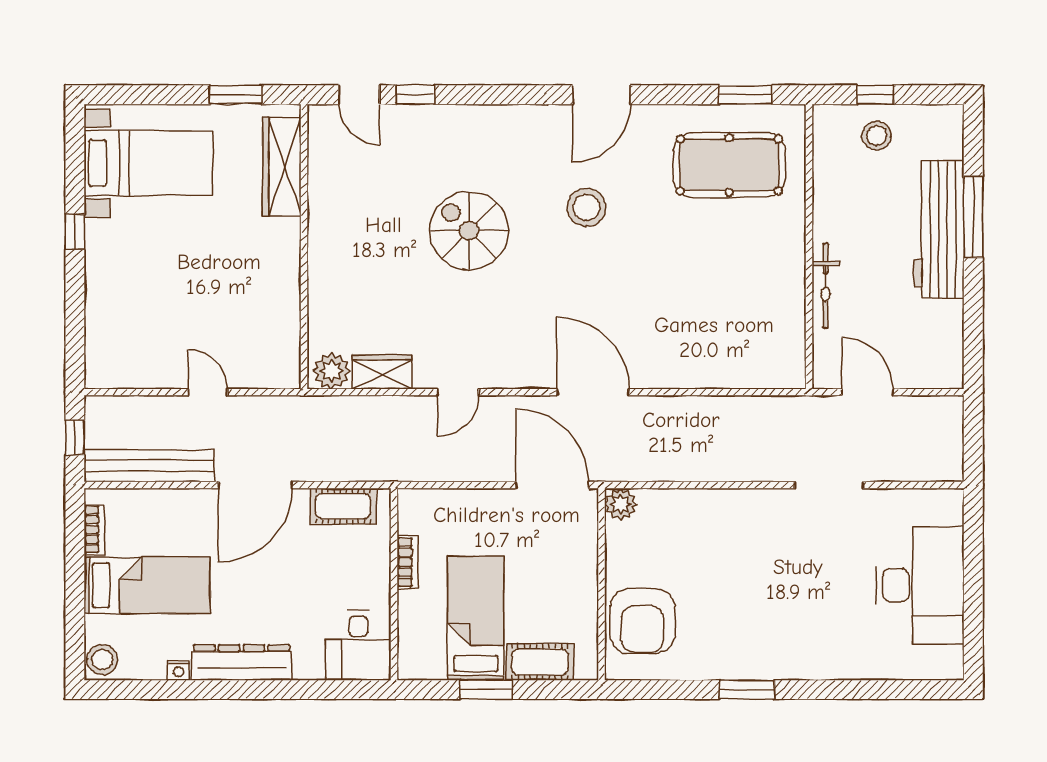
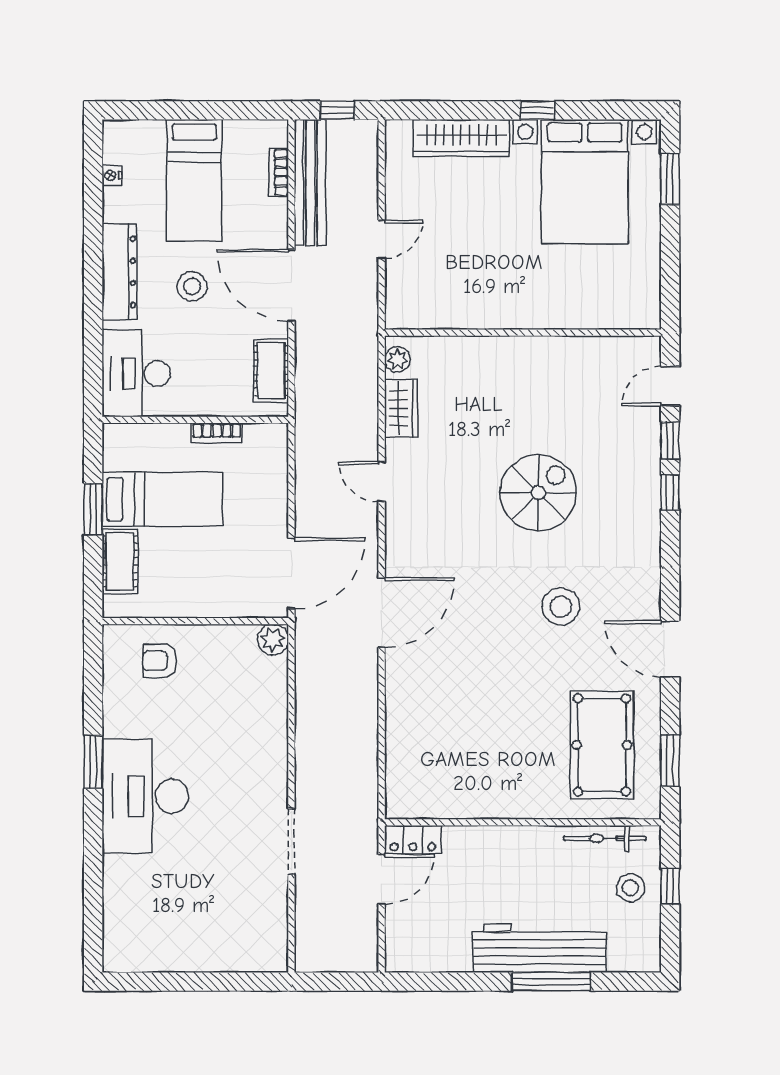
window: (236, 95) -> (670, 179), moved
window: (469, 95) -> (670, 492), added
door: (601, 95) -> (670, 649), moved
bed with nightstands: (148, 163) -> (585, 182), width x1.36
wardrobe: (282, 167) -> (461, 138), moved, turned 180
bicycle: (826, 286) -> (605, 838), moved
locker: (827, 360) -> (413, 840), added
plant: (332, 371) -> (397, 359), width x0.73, depth x0.73
bookcase: (94, 529) -> (279, 172), moved, turned 90
desk: (920, 585) -> (145, 796), moved, turned 90
armchair: (642, 621) -> (160, 661), width x0.53, depth x0.53
desk: (358, 645) -> (136, 373), width x1.37
stool: (102, 660) -> (192, 286), moved
nightstand: (179, 670) -> (112, 175), moved

